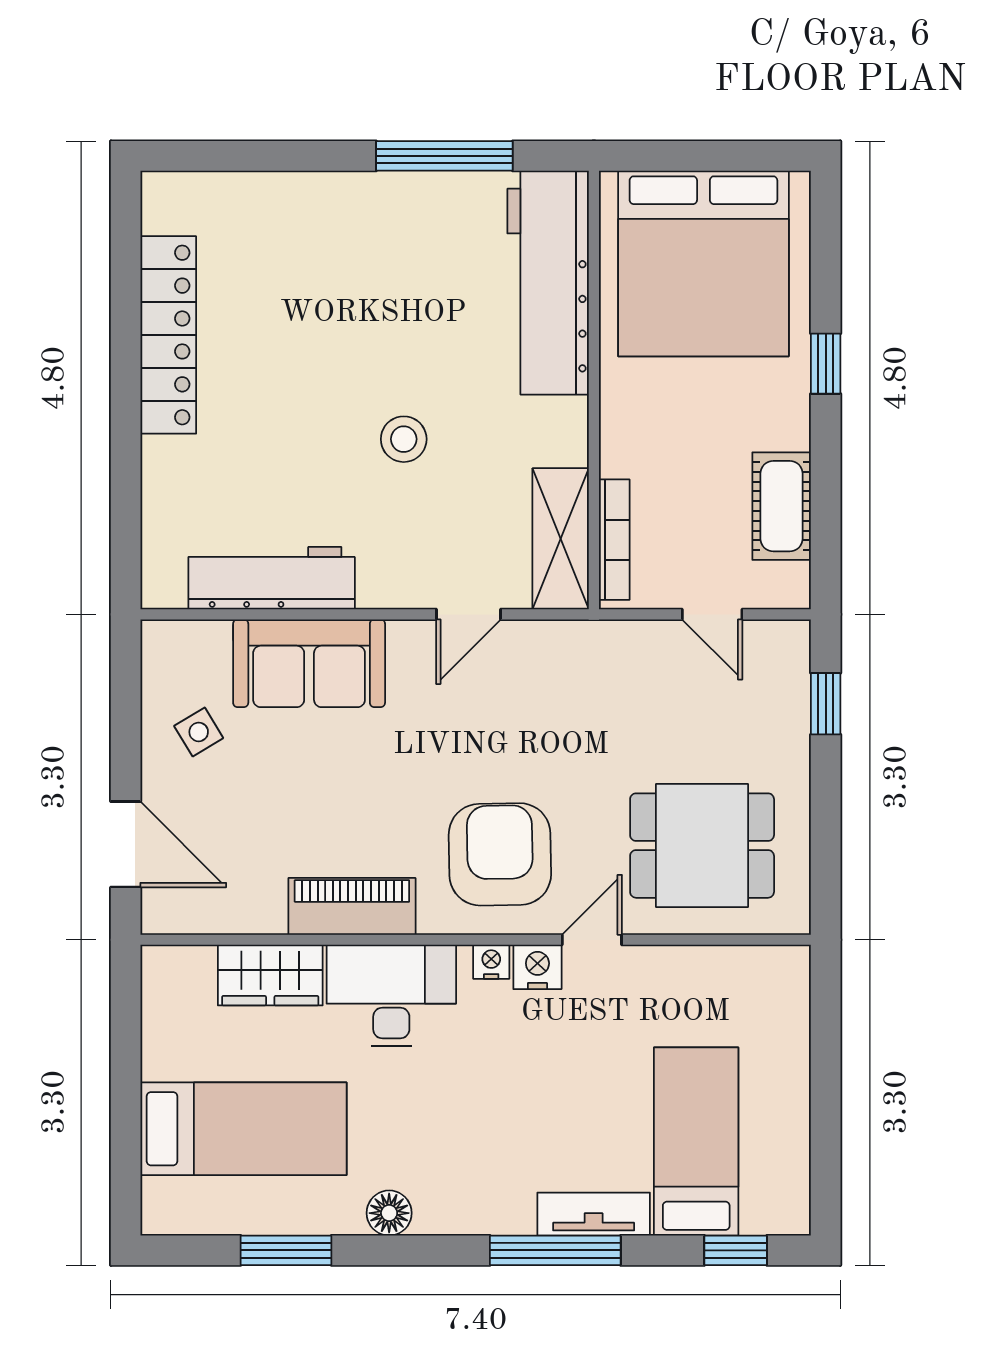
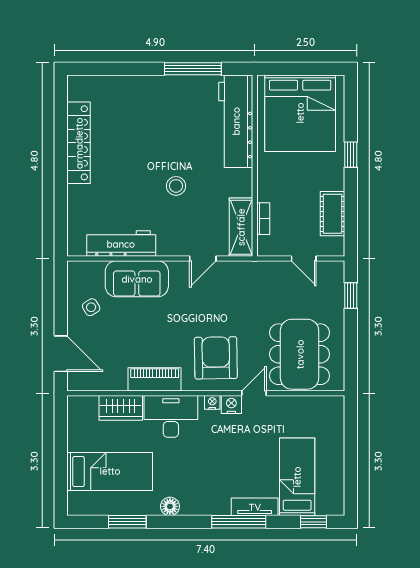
bookcase: (614, 540) -> (263, 219), width x0.64
dining table: (702, 846) -> (300, 354), width x1.38

